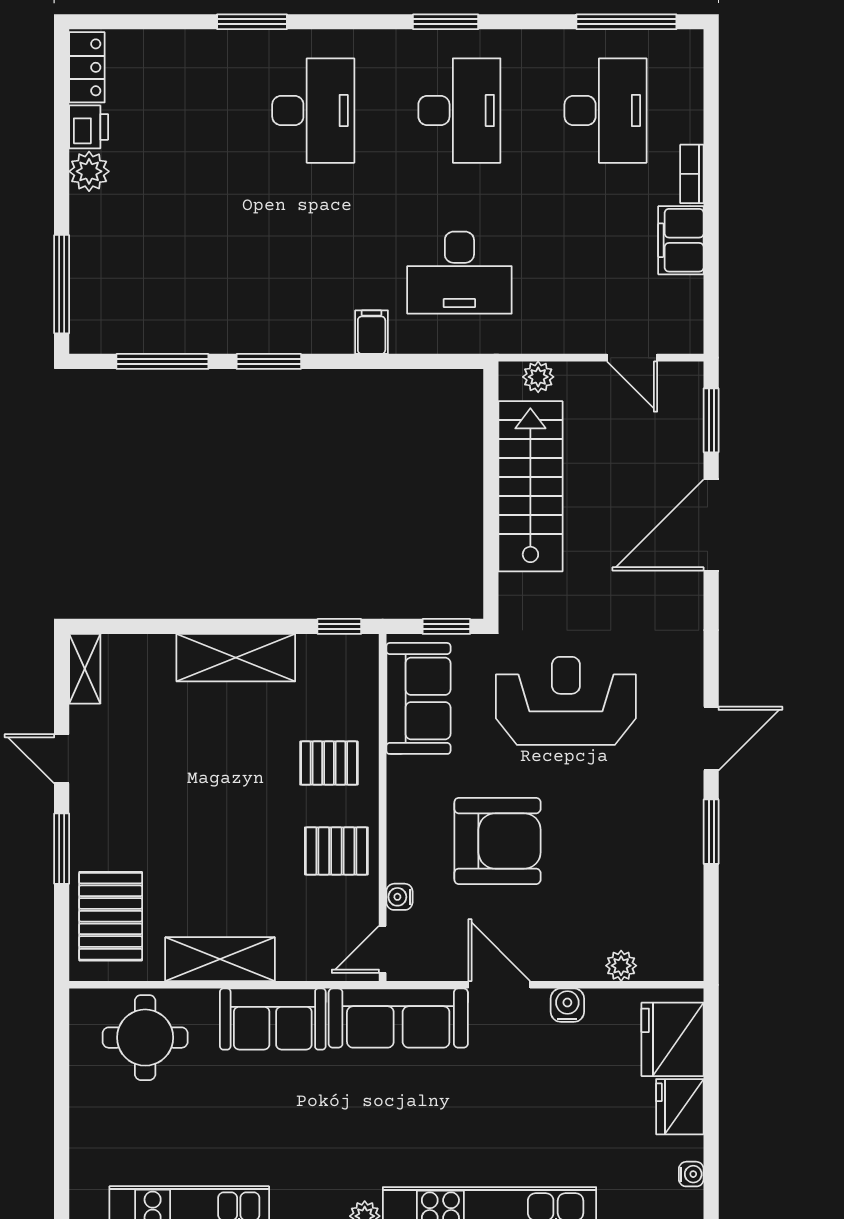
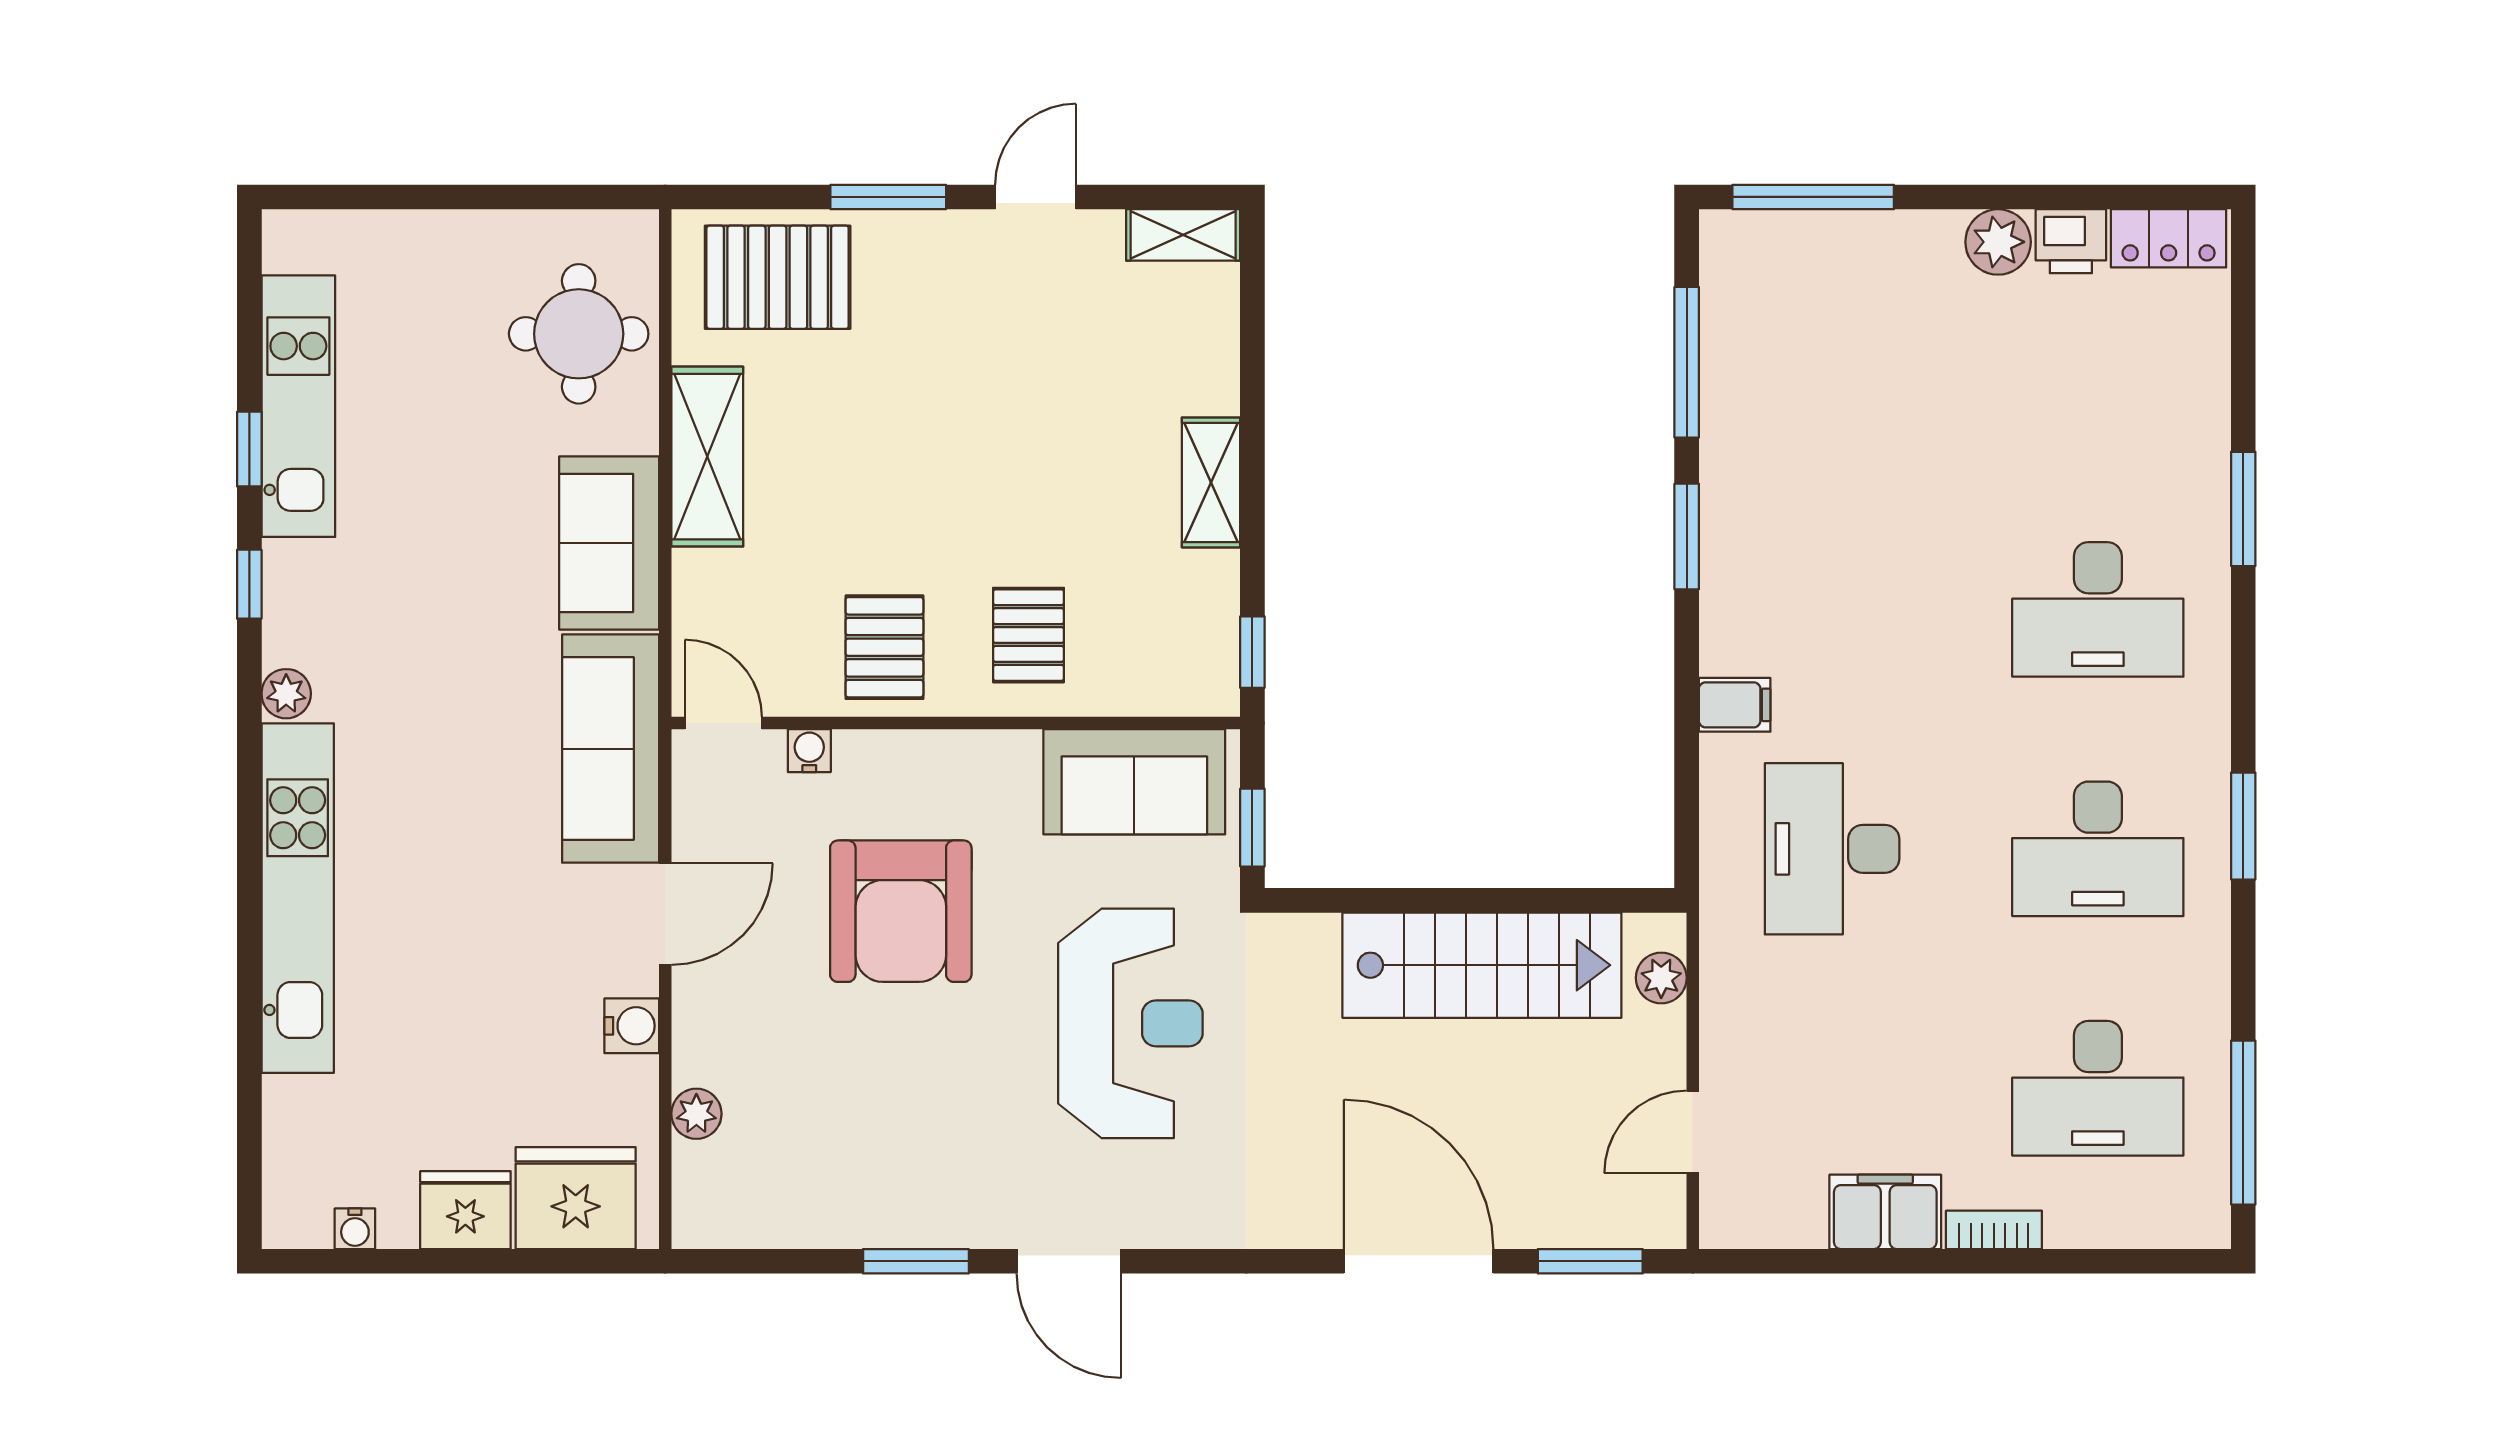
shelving: (236, 658) -> (1211, 482), width x0.67, depth x0.75

